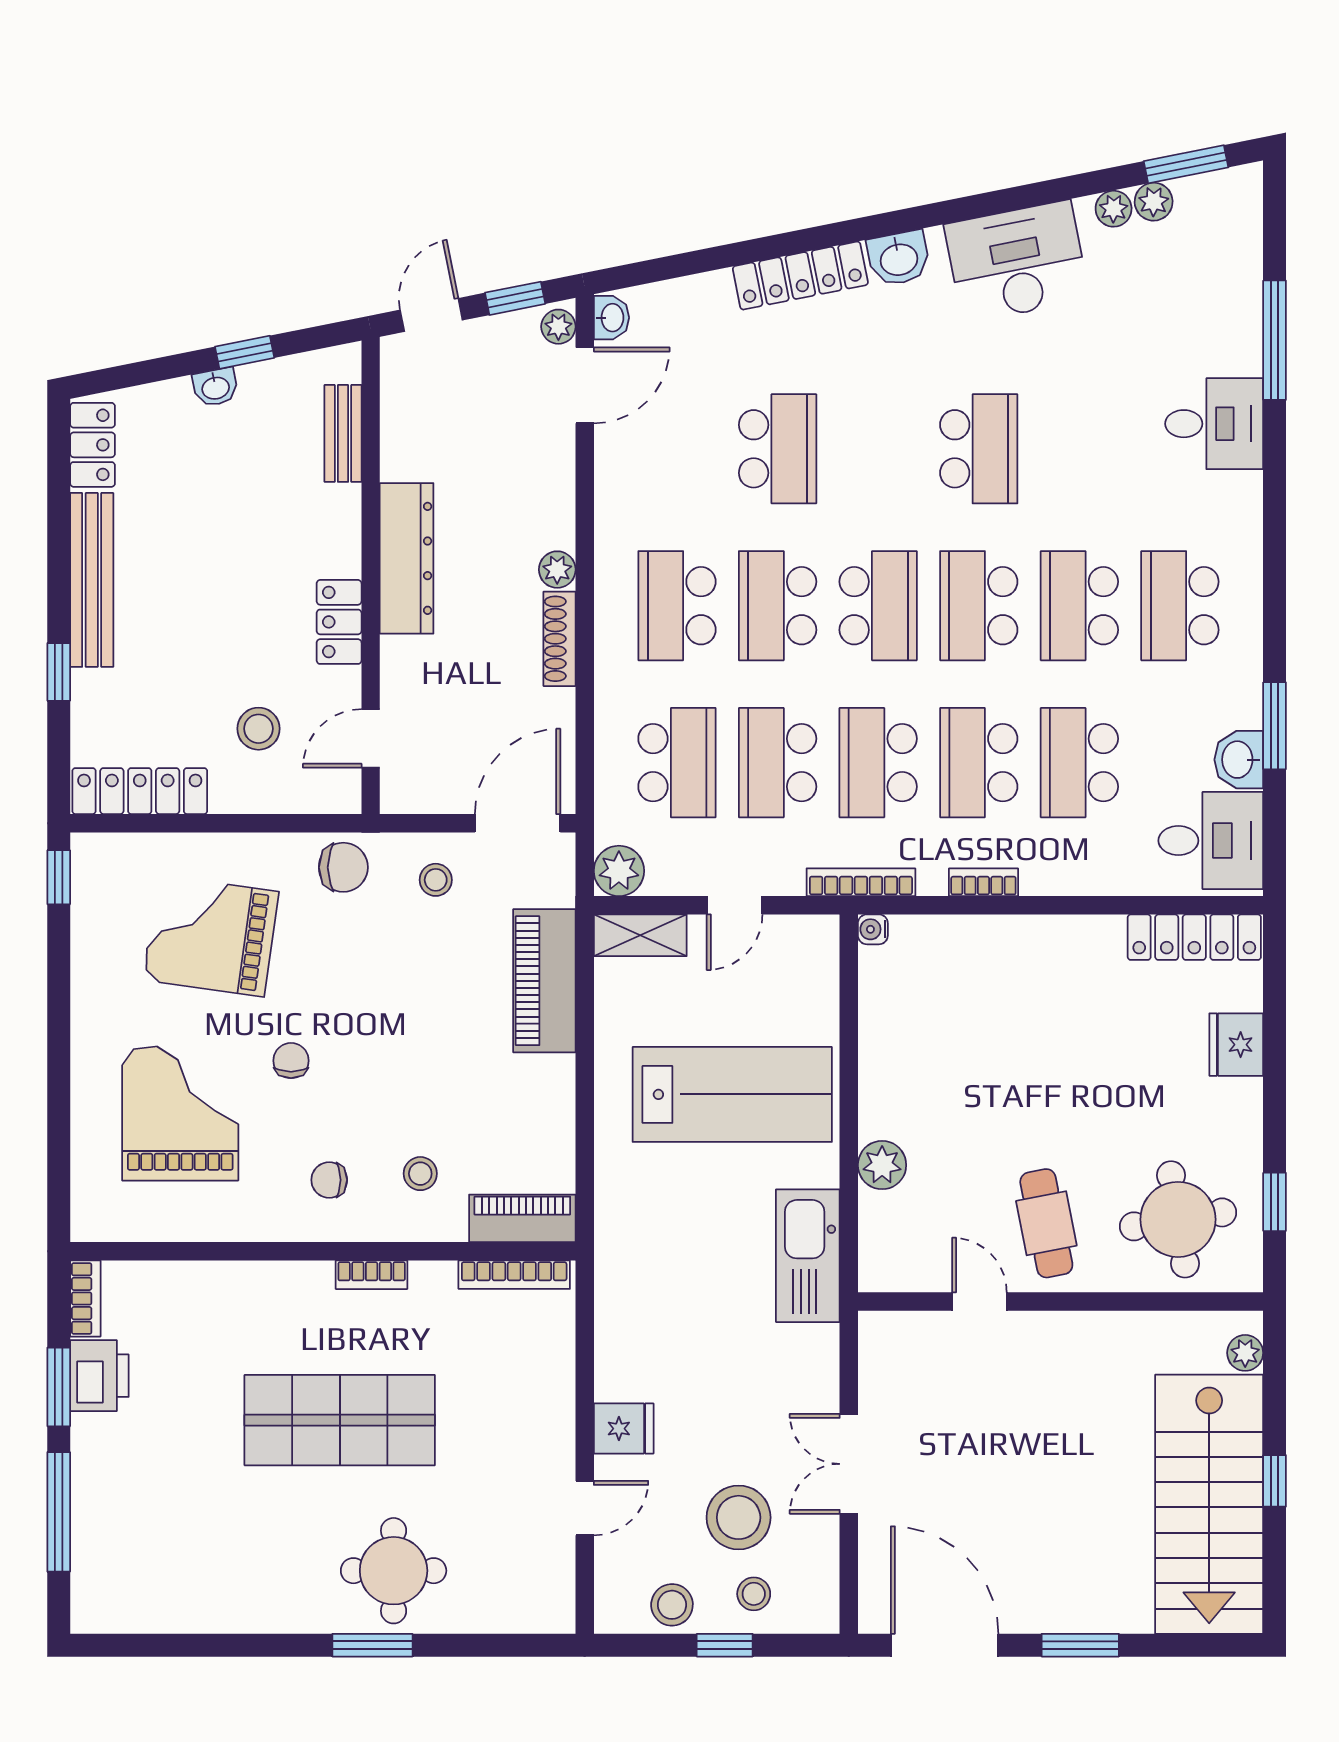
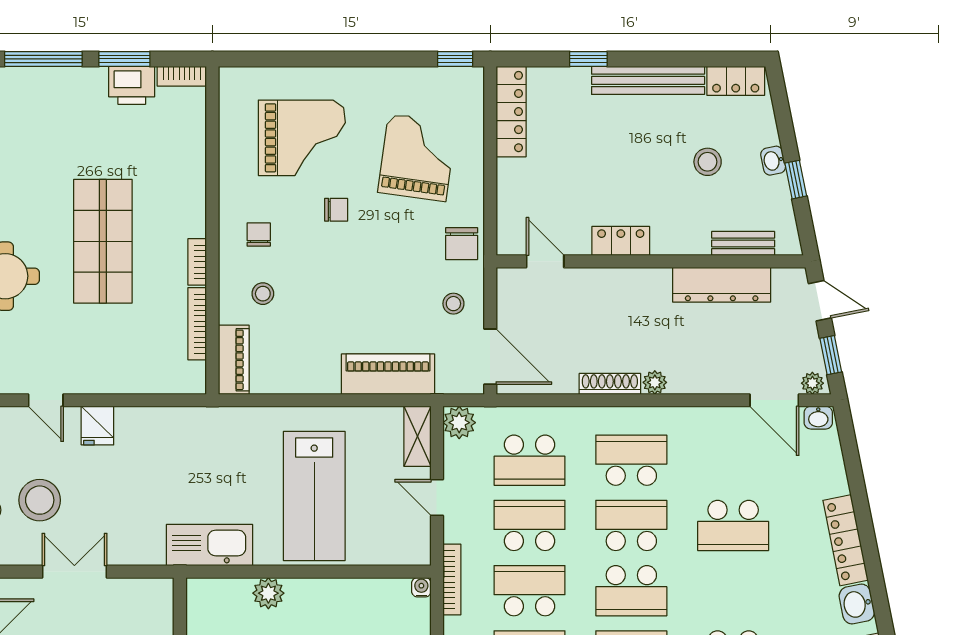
dresser: (407, 558) -> (722, 285), moved
stool: (258, 729) -> (708, 162), moved
bookcase: (514, 1275) -> (197, 324), moved

